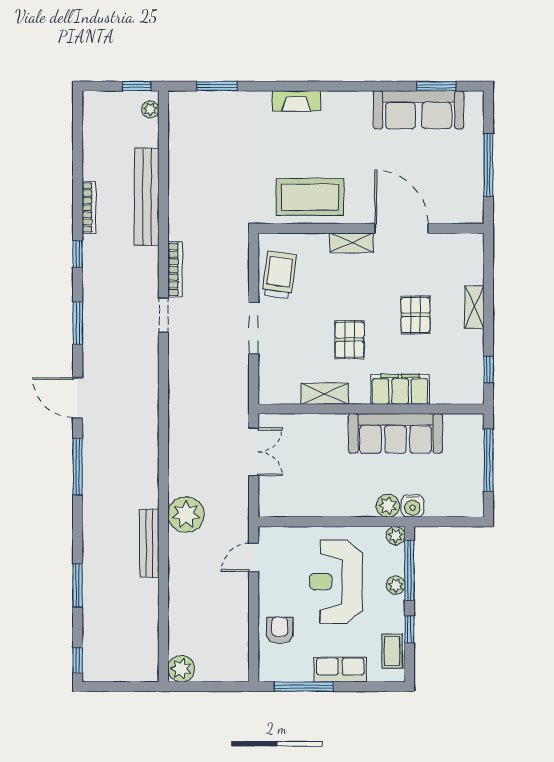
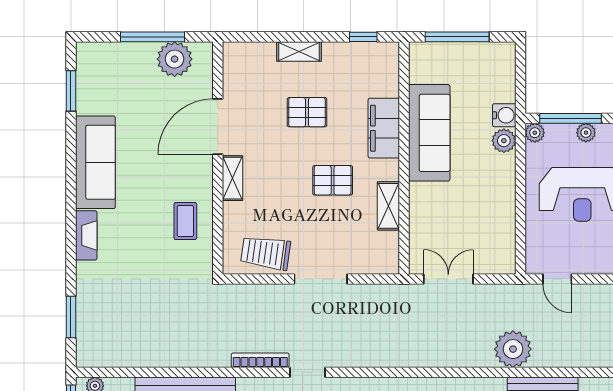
sofa: (419, 110) -> (95, 162), moved
plant: (467, 186) -> (175, 59), added
coffee table: (310, 197) -> (185, 221), width x0.54, depth x0.58

